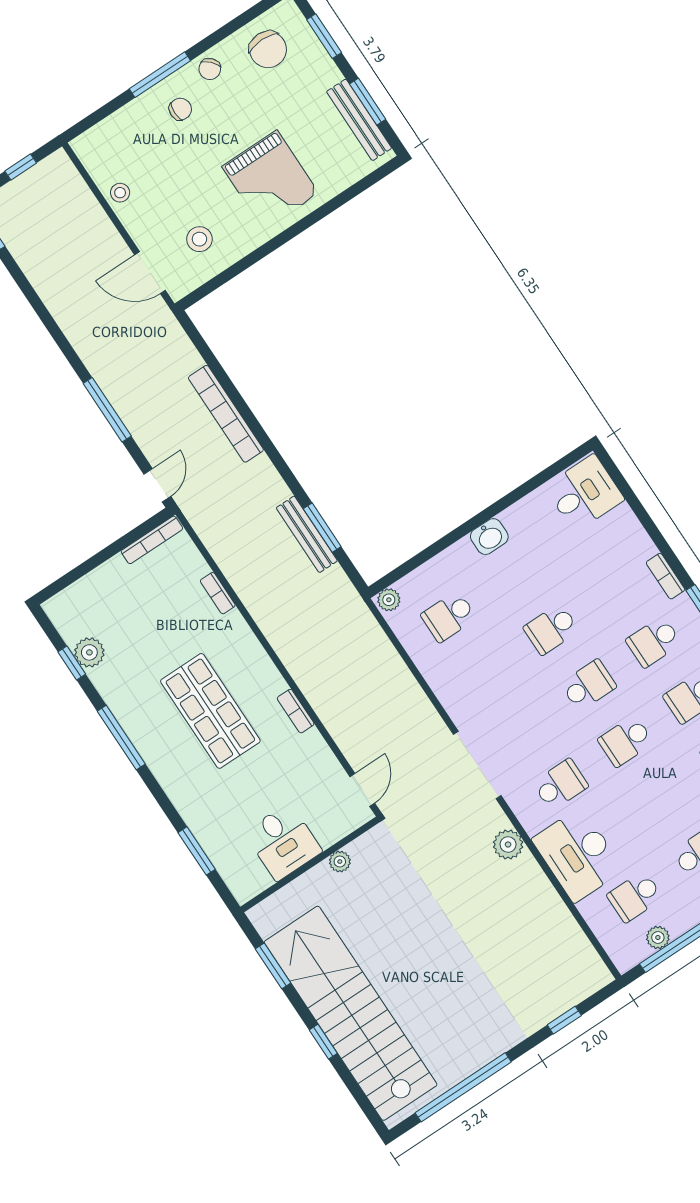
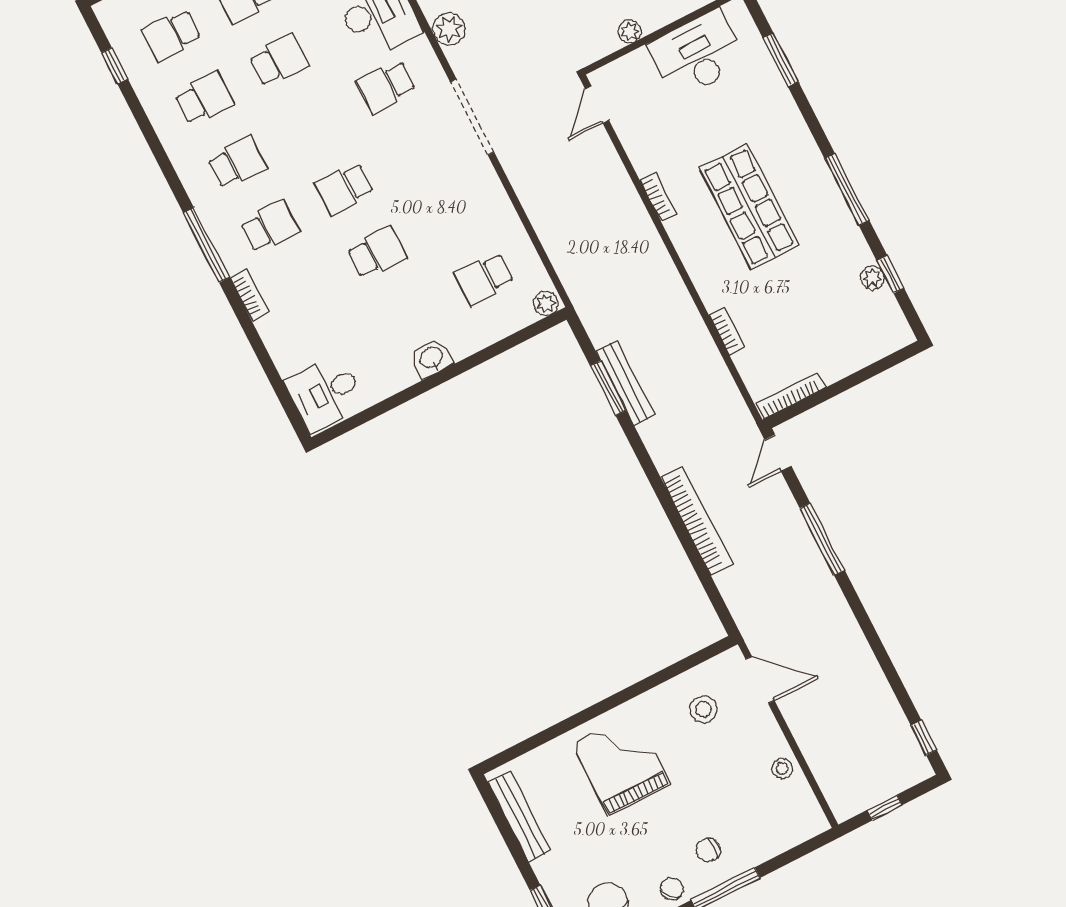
window: (368, 102) -> (508, 835), removed
school desk: (449, 616) -> (484, 278), turned 180
plant: (89, 652) -> (872, 278), width x0.73, depth x0.73
school desk: (626, 741) -> (279, 61), moved
desk: (283, 842) -> (698, 54), width x1.37

